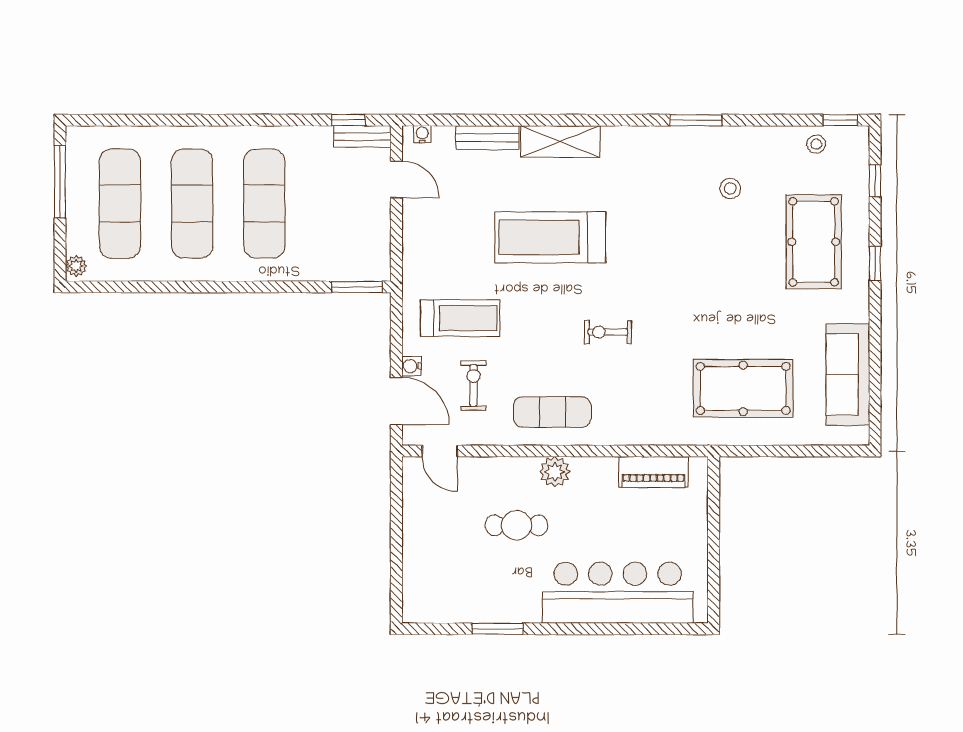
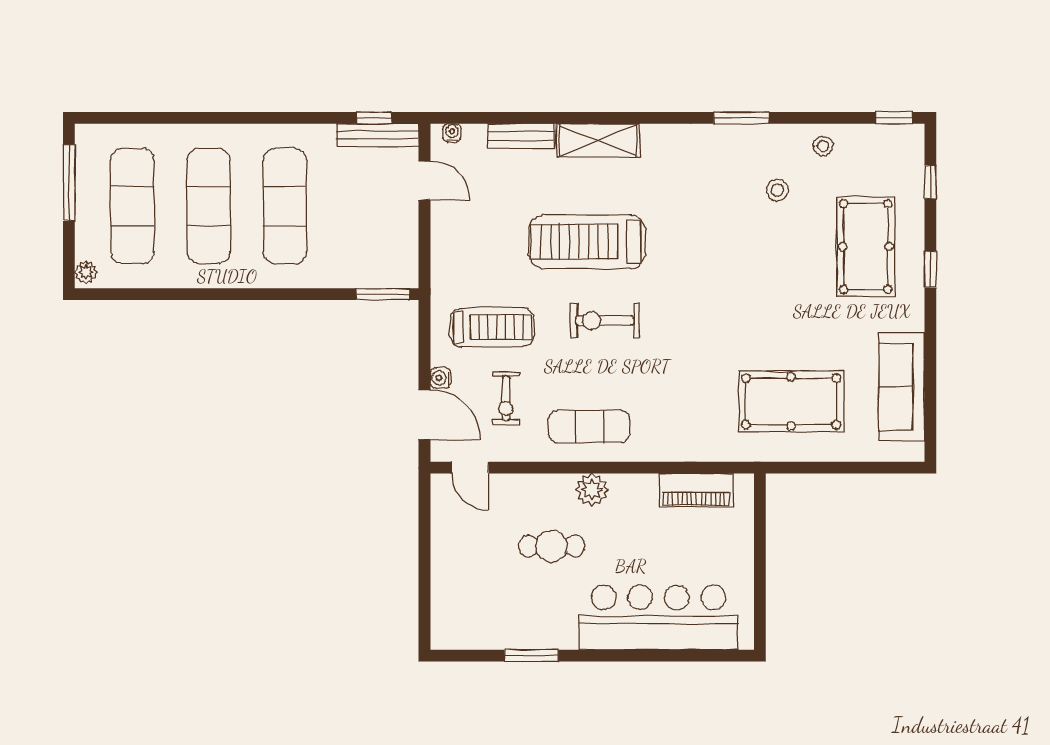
bench: (362, 136) -> (378, 135), width x1.36
stool: (816, 144) -> (823, 146), moved
exercise bike: (608, 332) -> (605, 321), moved, width x1.38, depth x1.39
exercise bike: (473, 385) -> (506, 398), turned 180

